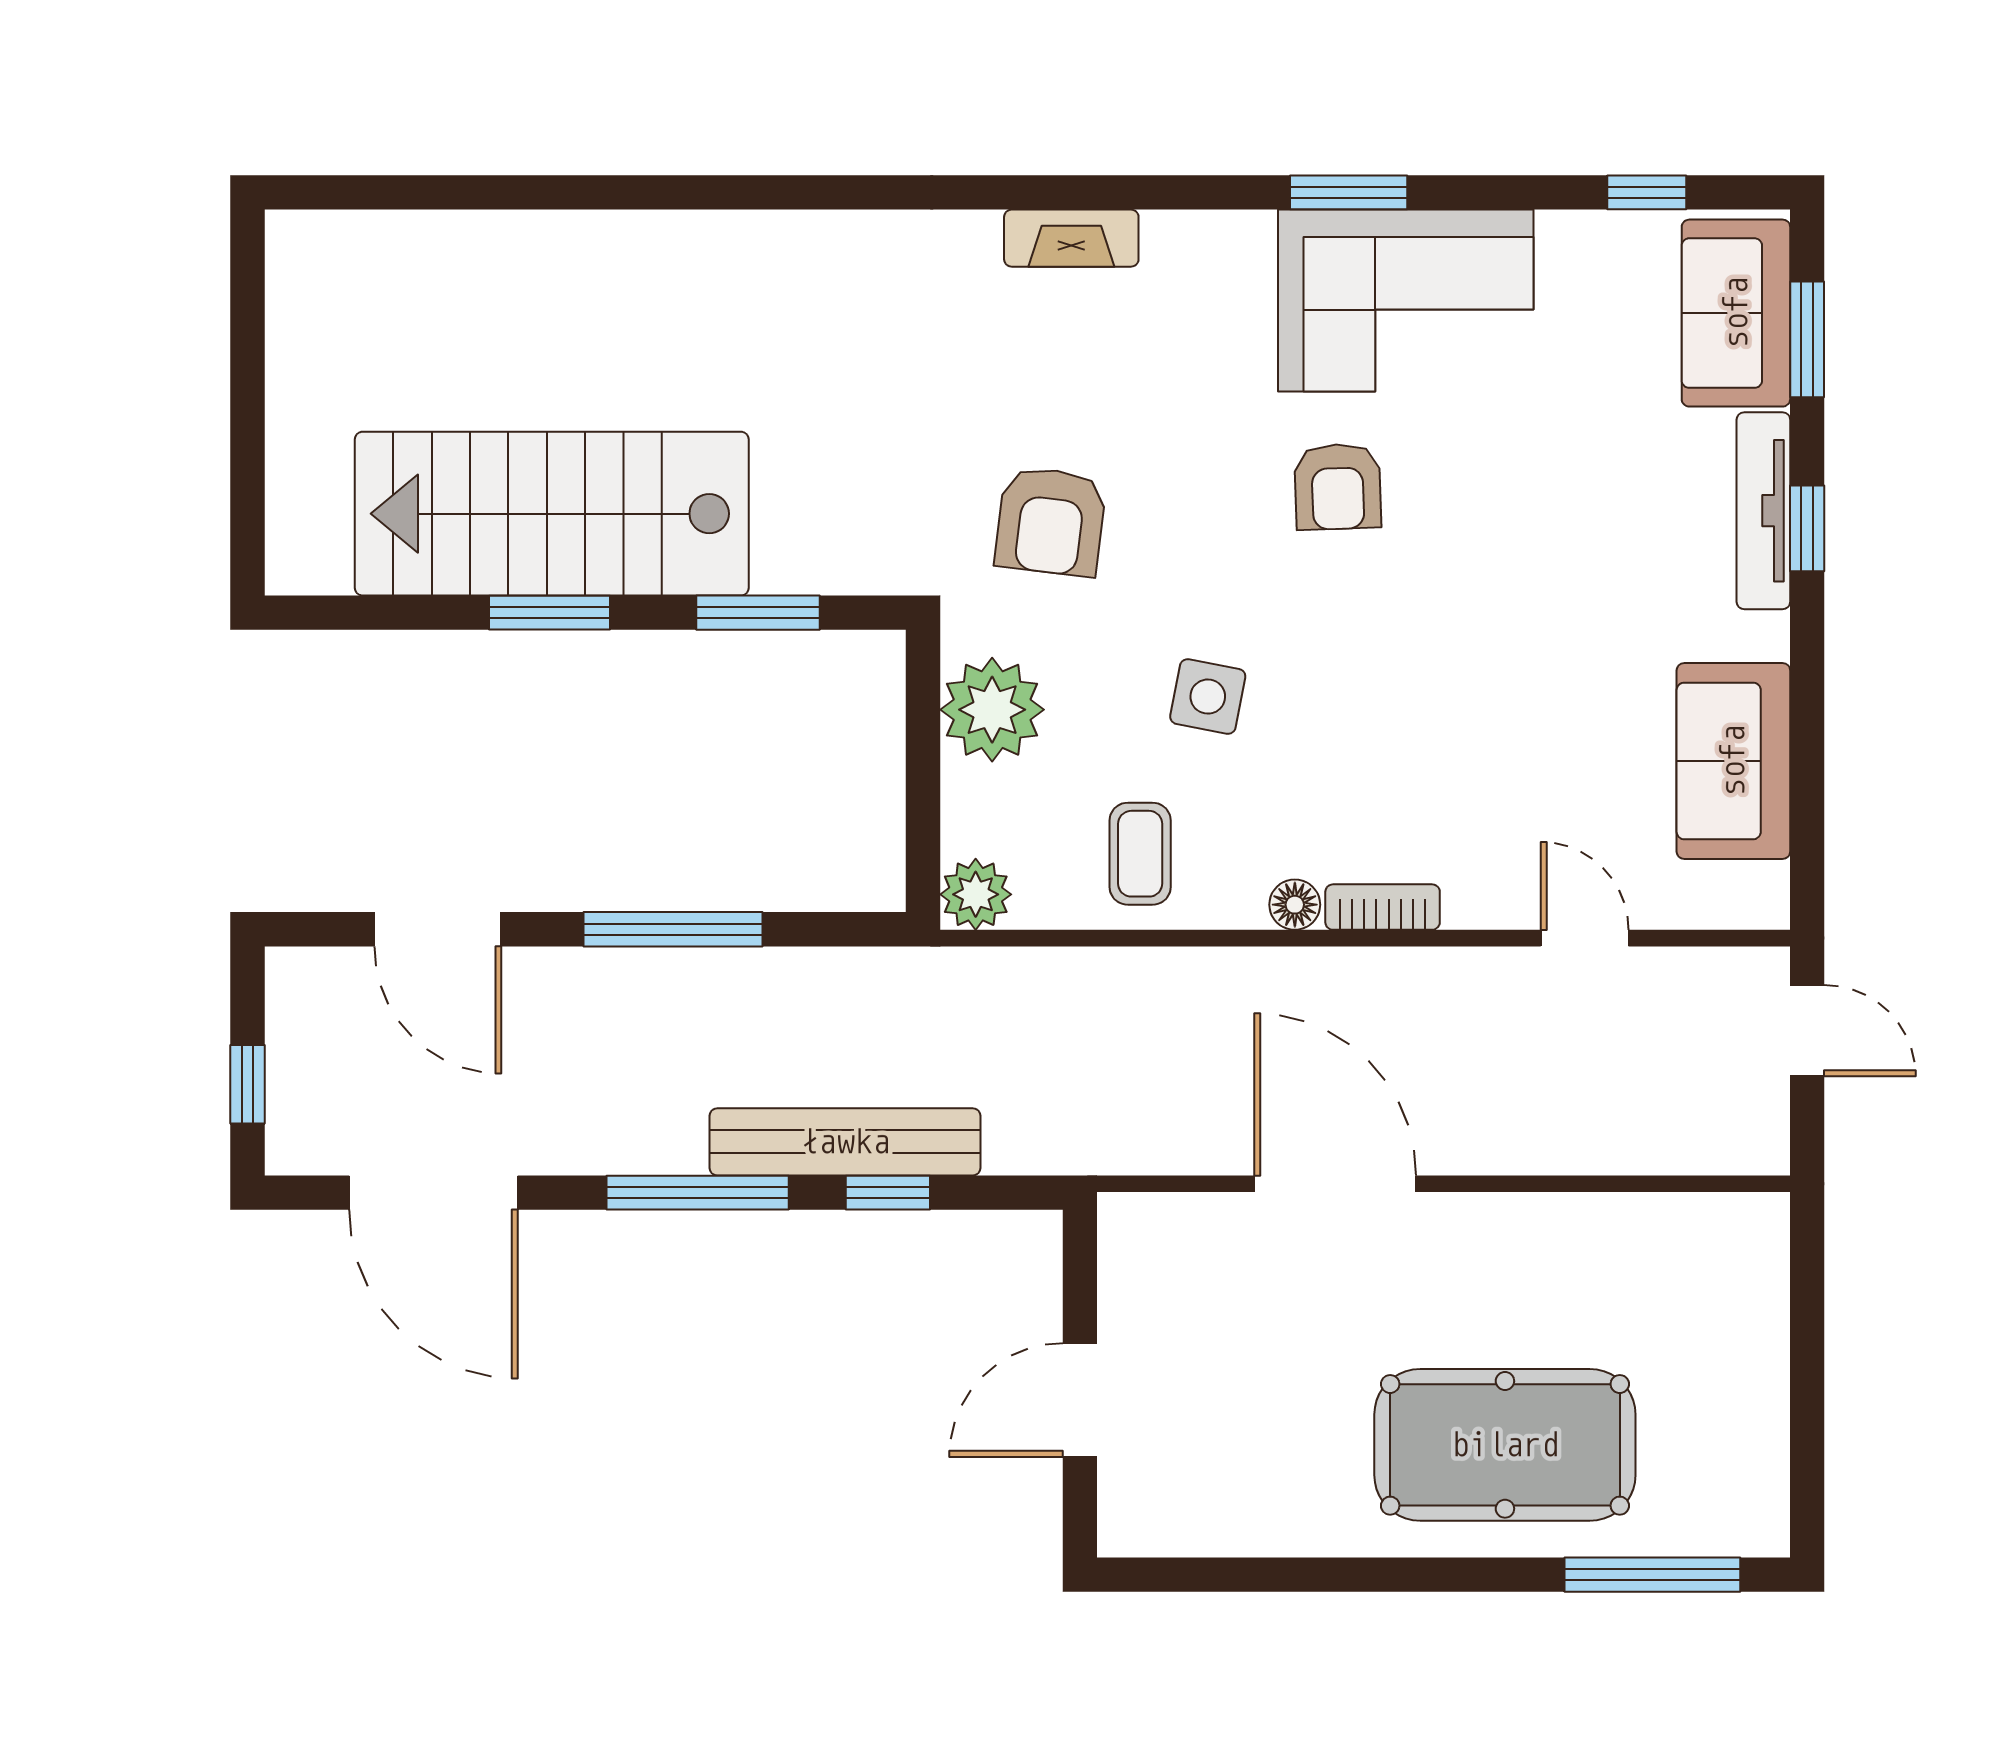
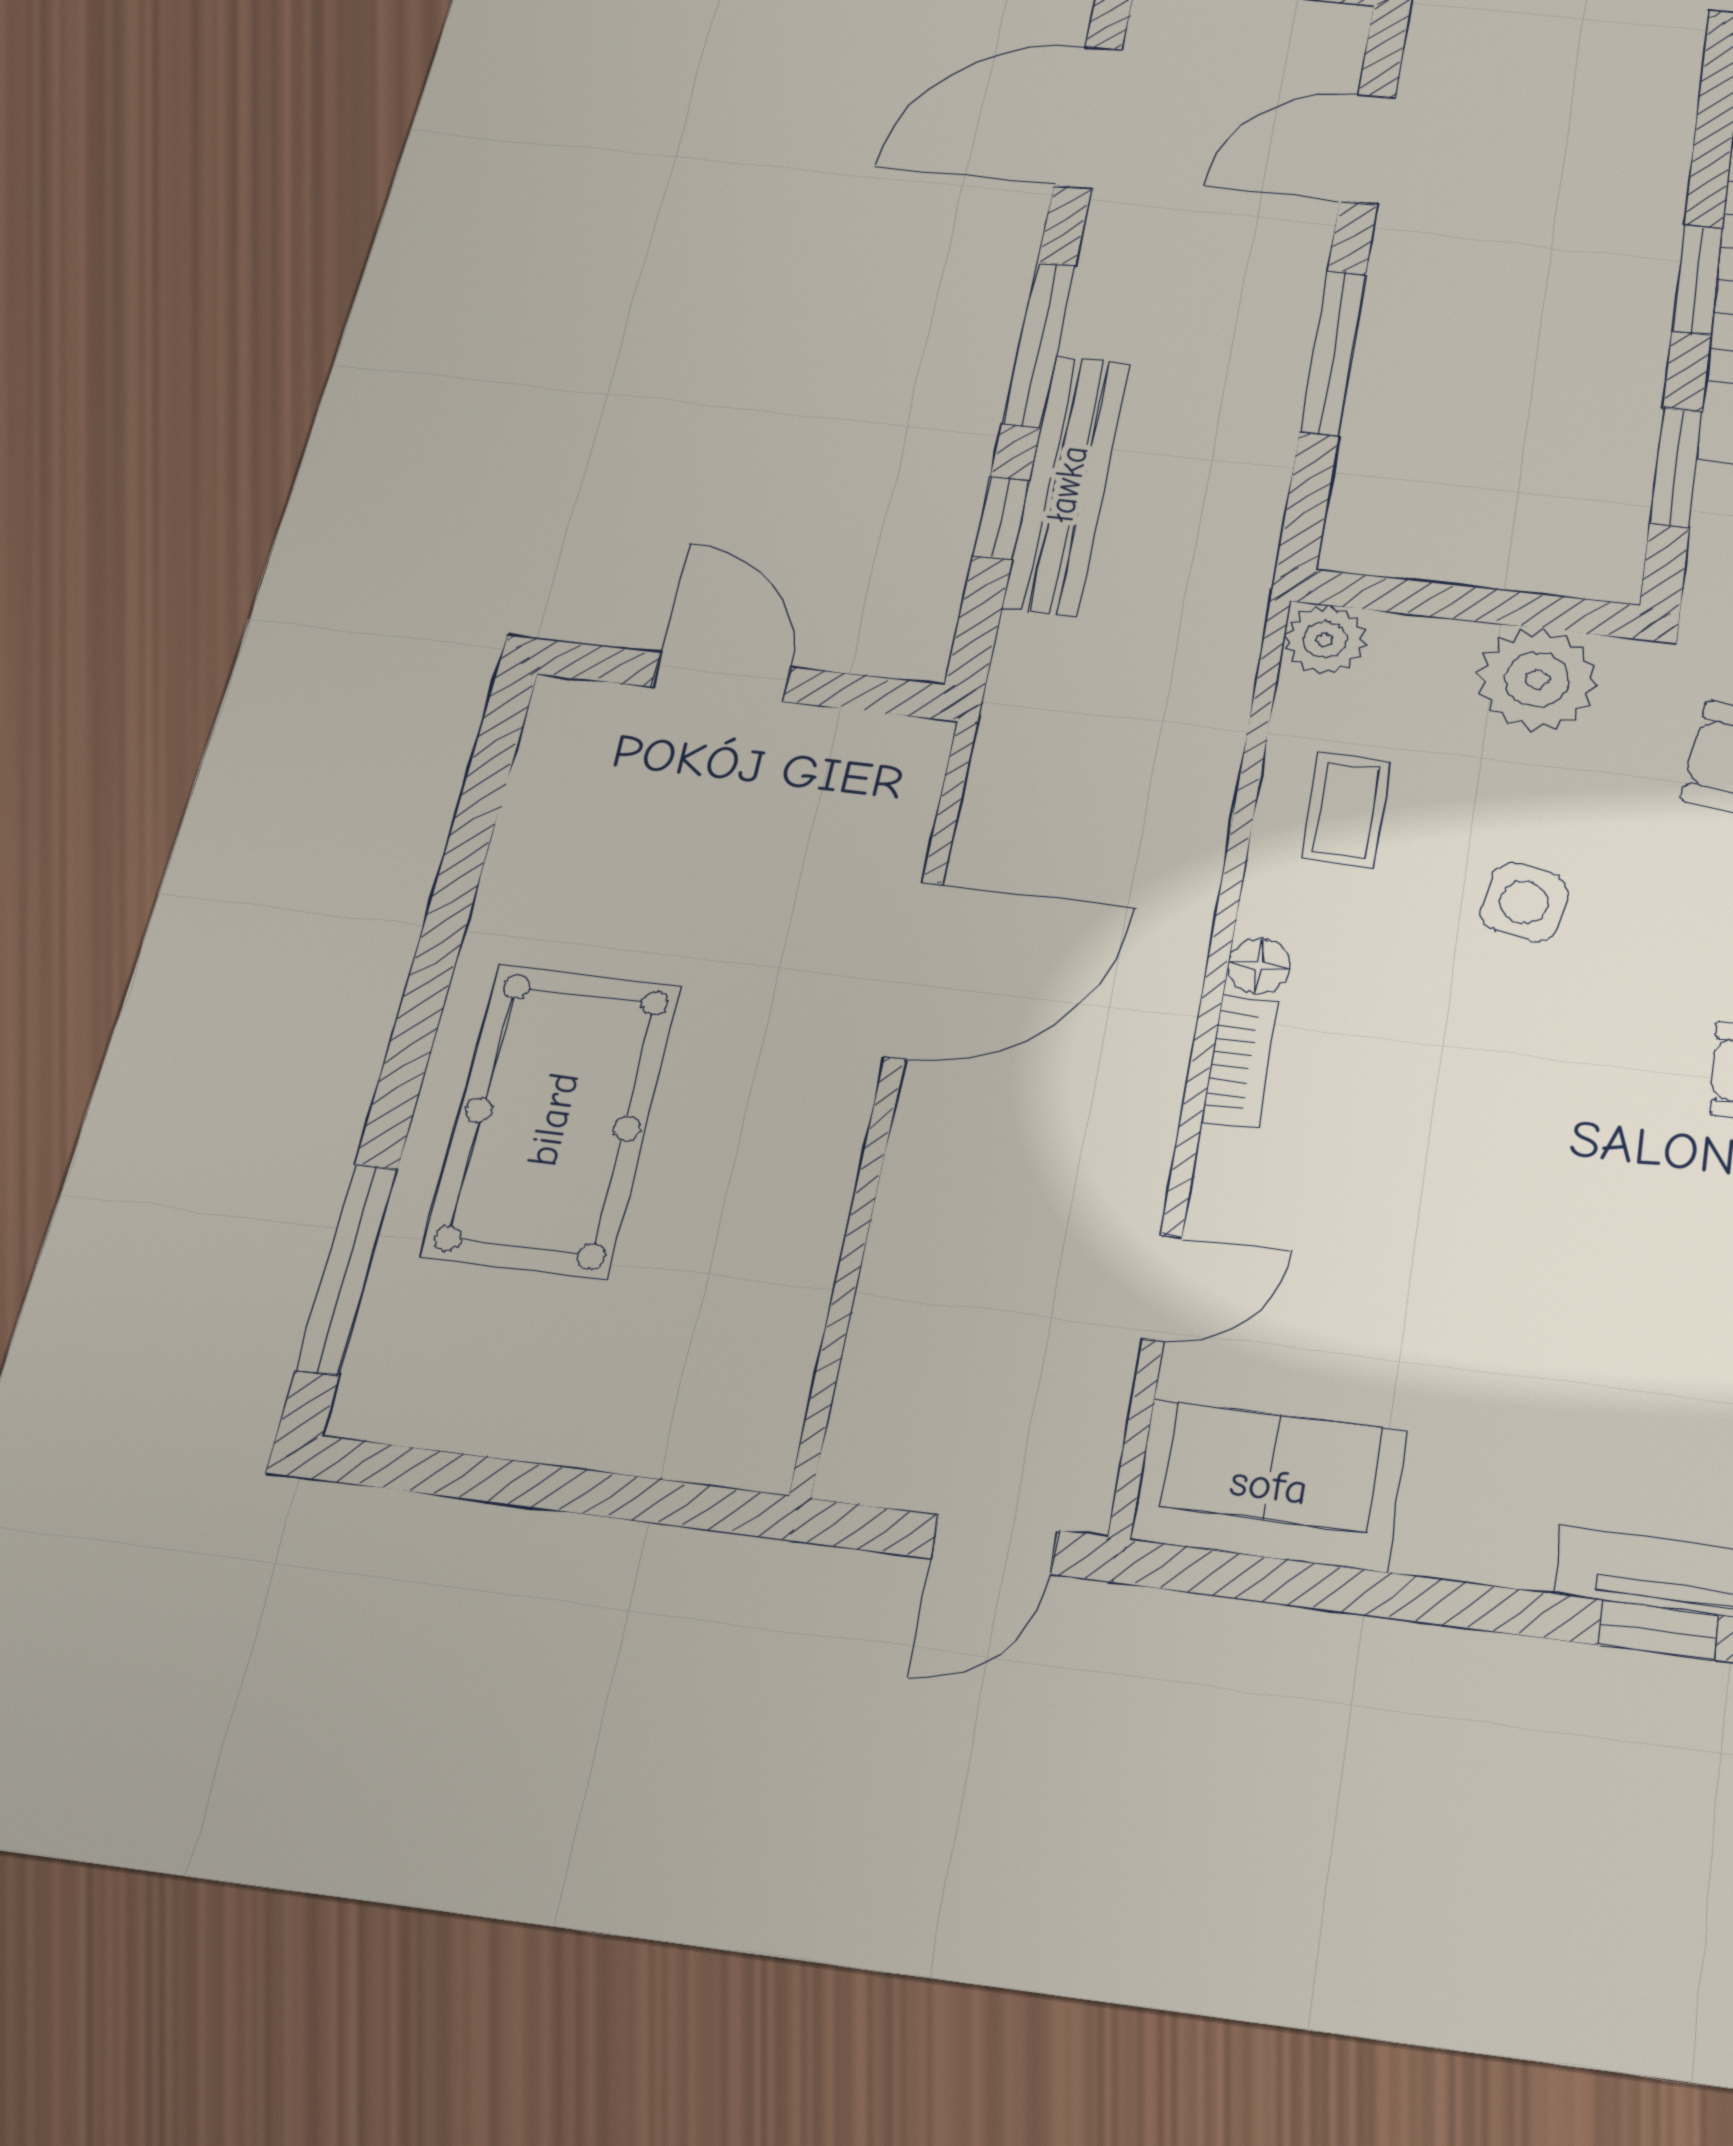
sofa: (1733, 761) -> (1269, 1485), moved
coffee table: (1140, 854) -> (1346, 810), turned 90

